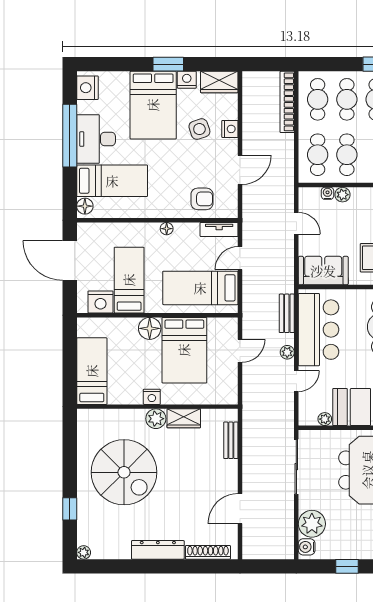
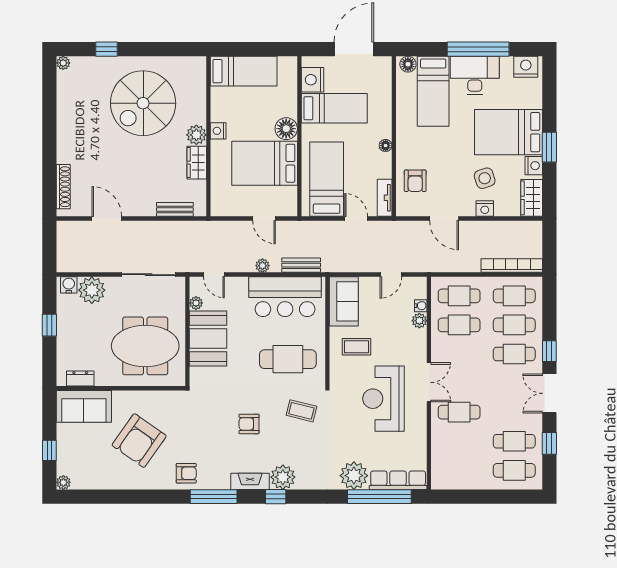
door: (296, 381) -> (214, 275), moved
dresser: (158, 550) -> (66, 137), removed

